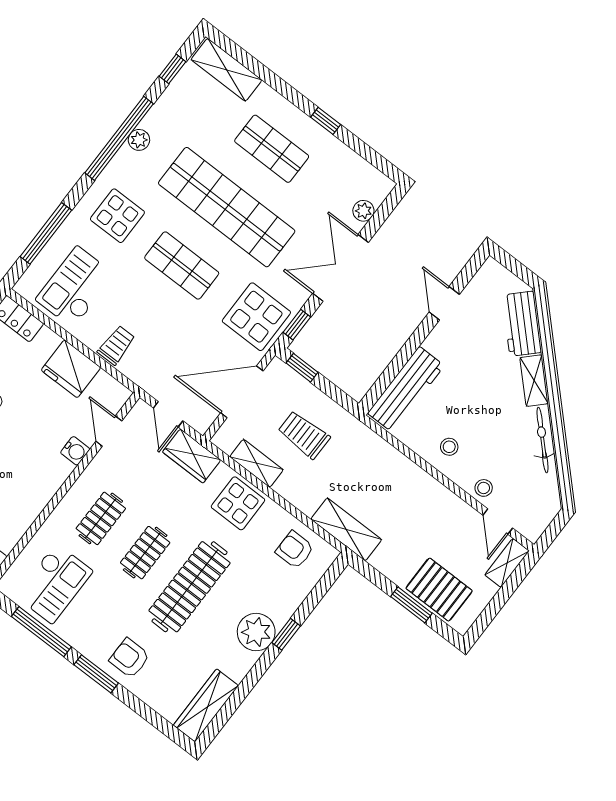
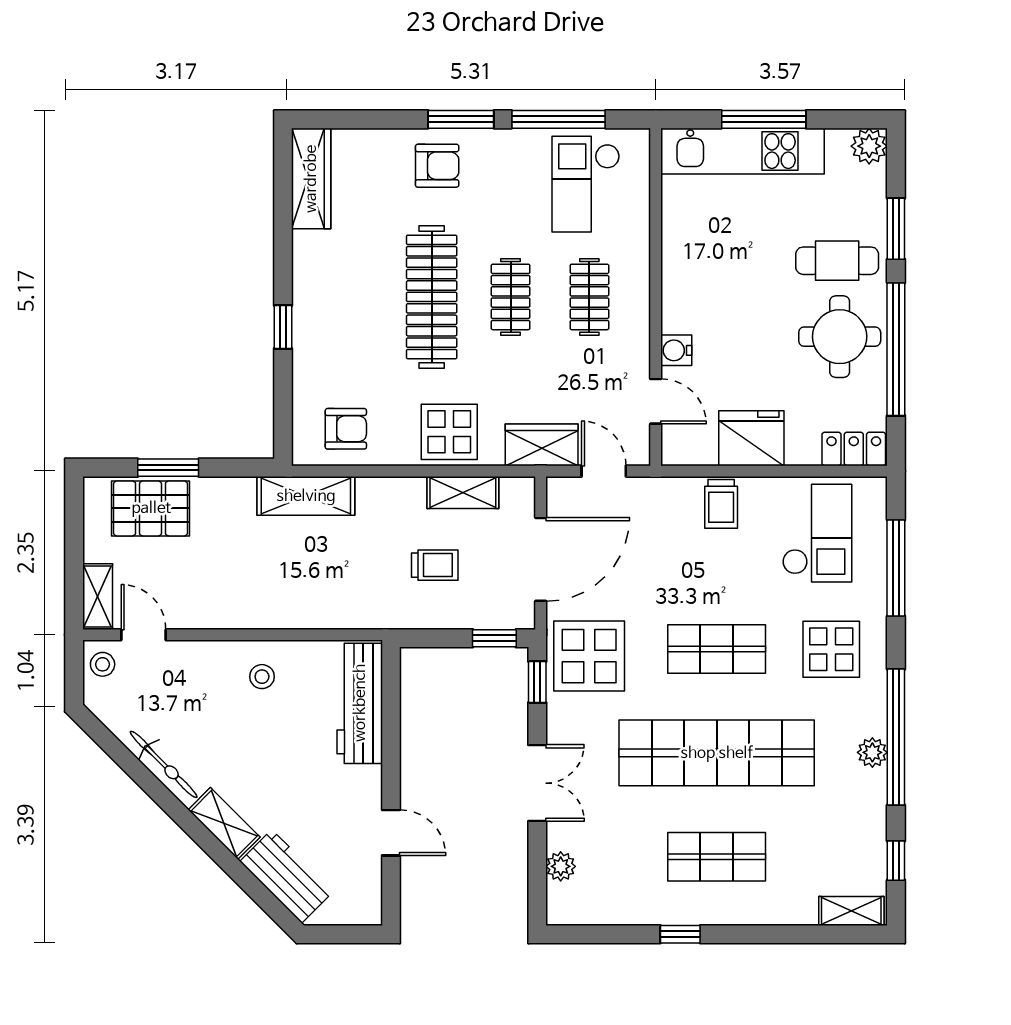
shelving: (226, 70) -> (851, 911), width x0.67, depth x0.75
double door: (341, 268) -> (537, 783), width x0.73
trolley: (304, 435) -> (435, 565), width x0.73, depth x0.72
stool: (484, 488) -> (103, 664), moved
plant: (256, 632) -> (318, 304), removed

